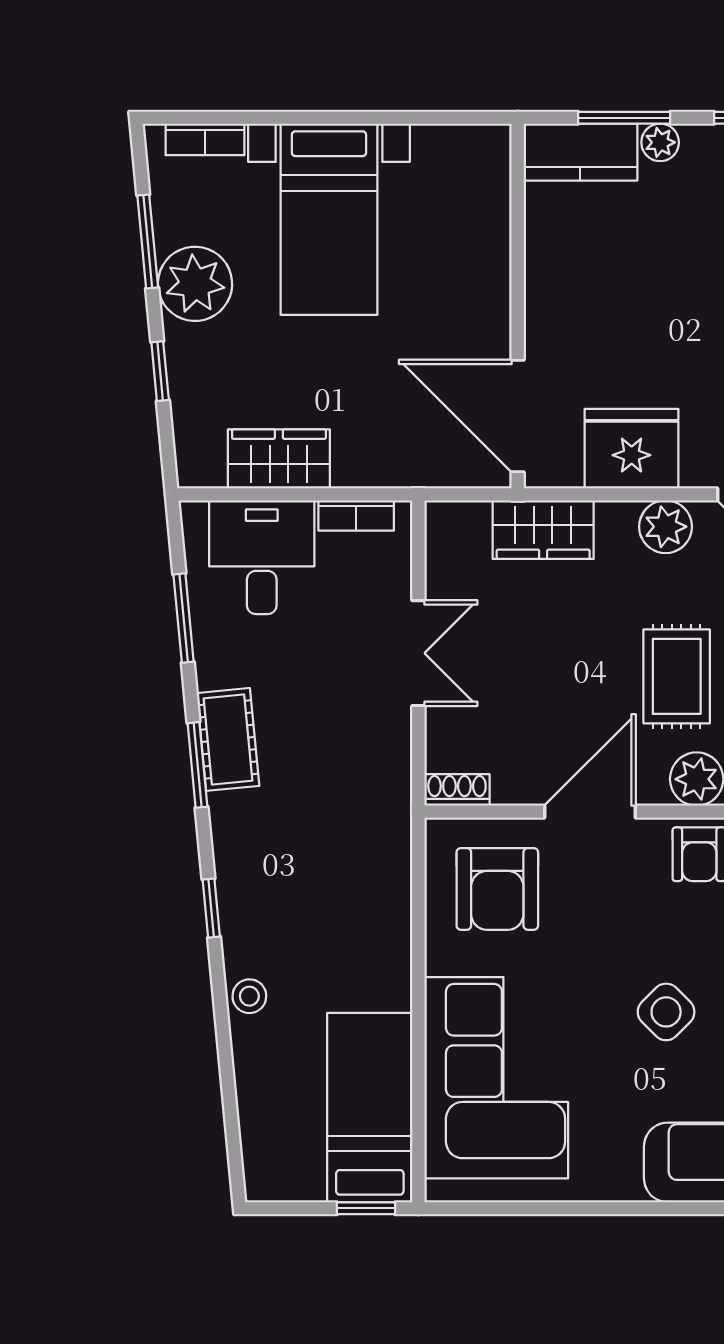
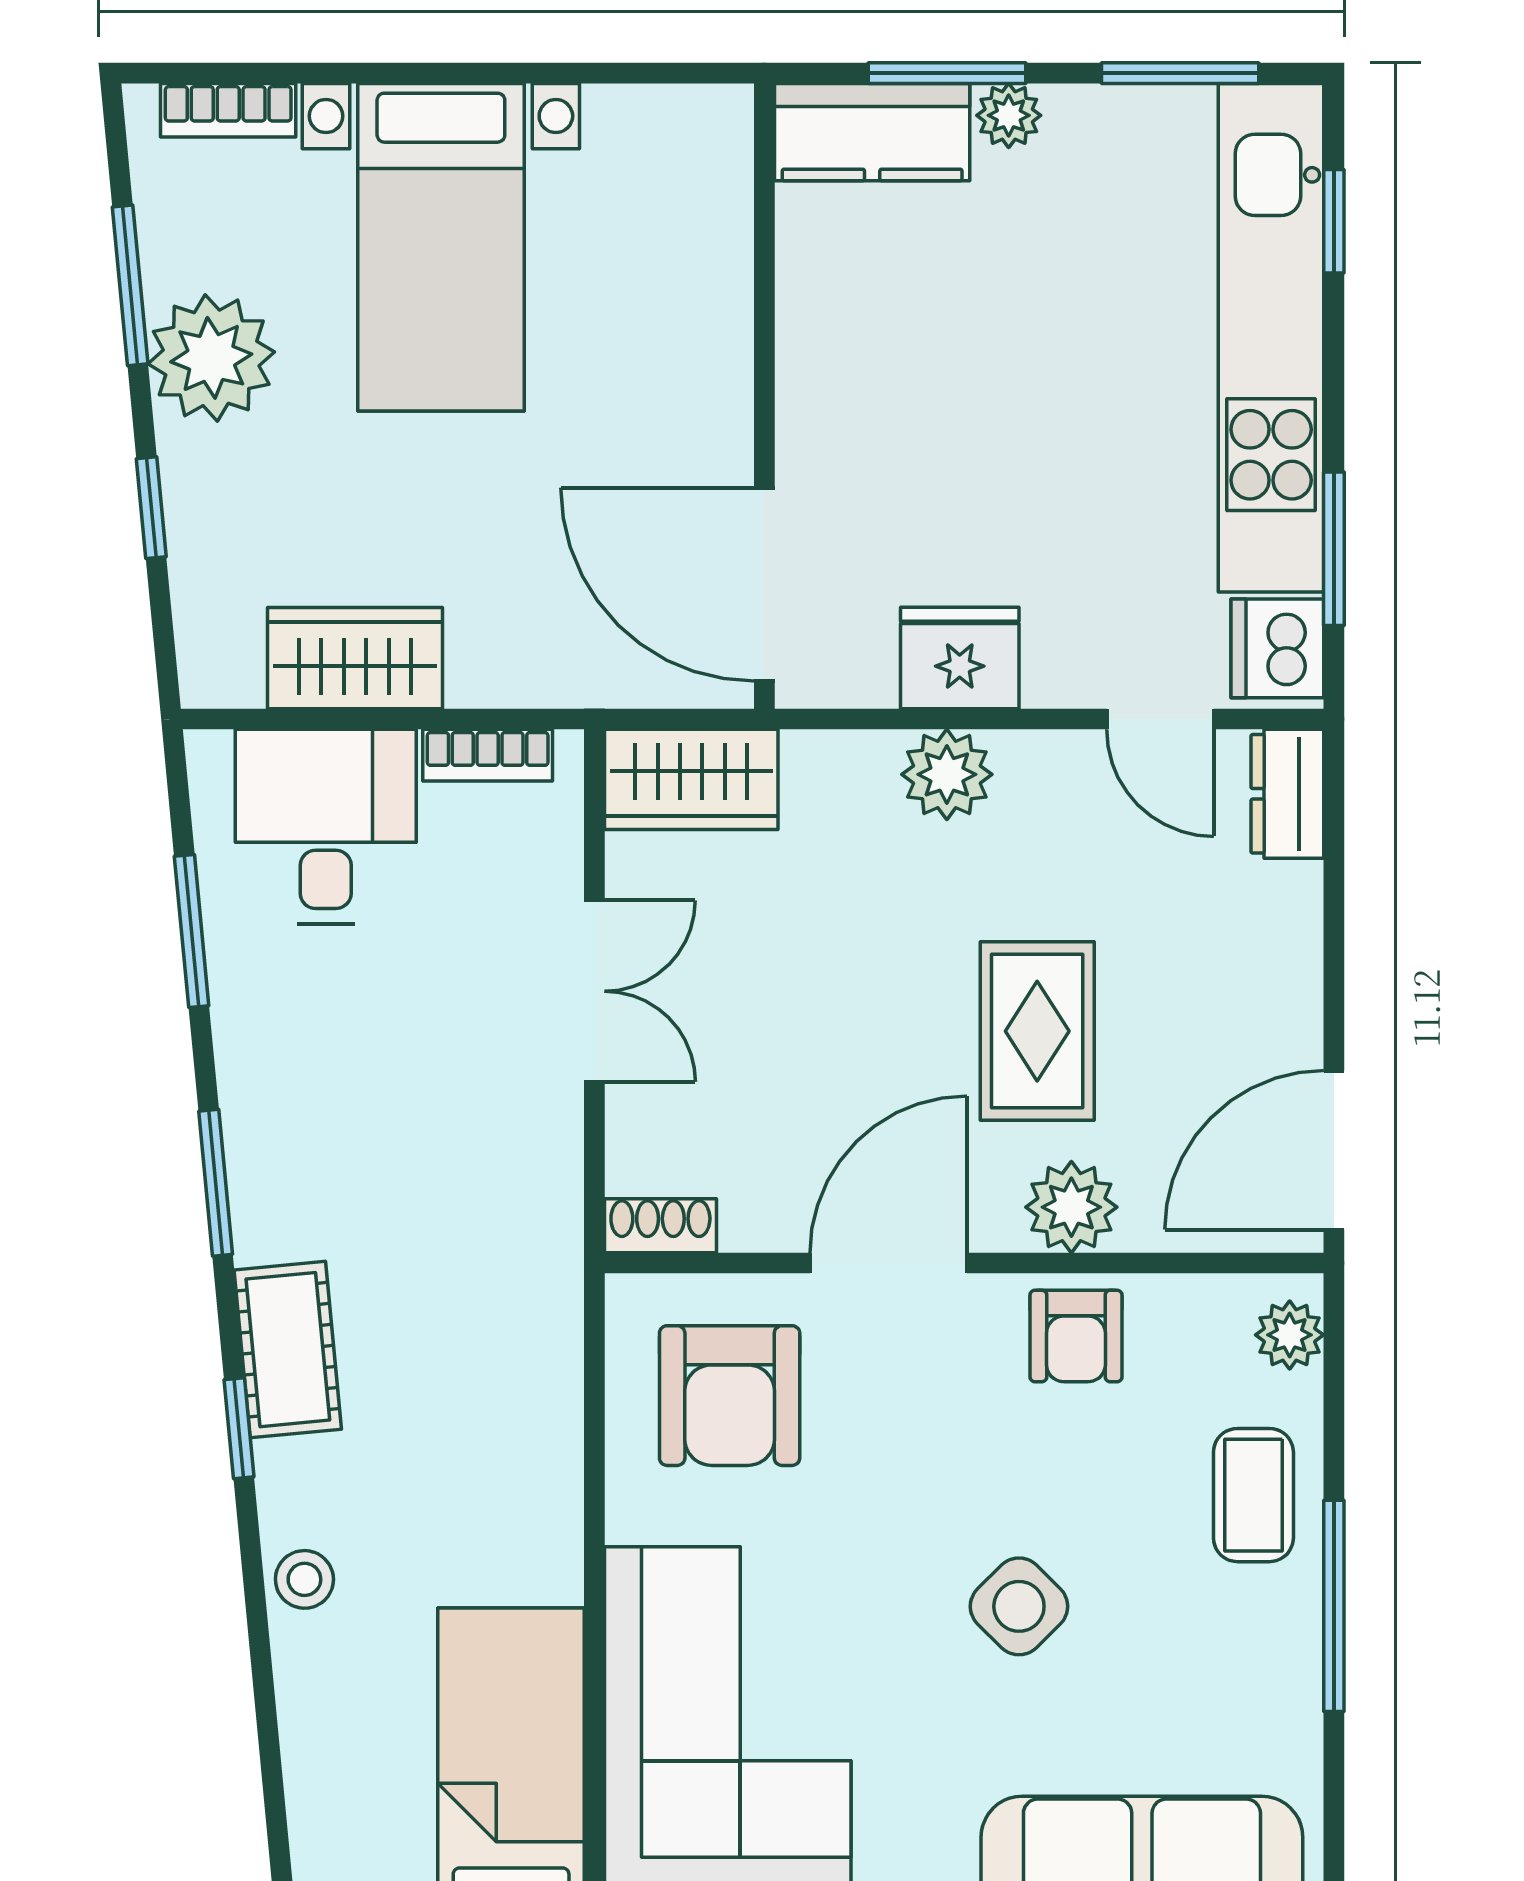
fridge: (632, 449) -> (960, 658), width x0.73, depth x0.75
plant: (666, 527) -> (947, 774), moved
wardrobe: (543, 530) -> (691, 779), moved
cot: (228, 739) -> (288, 1350), moved

